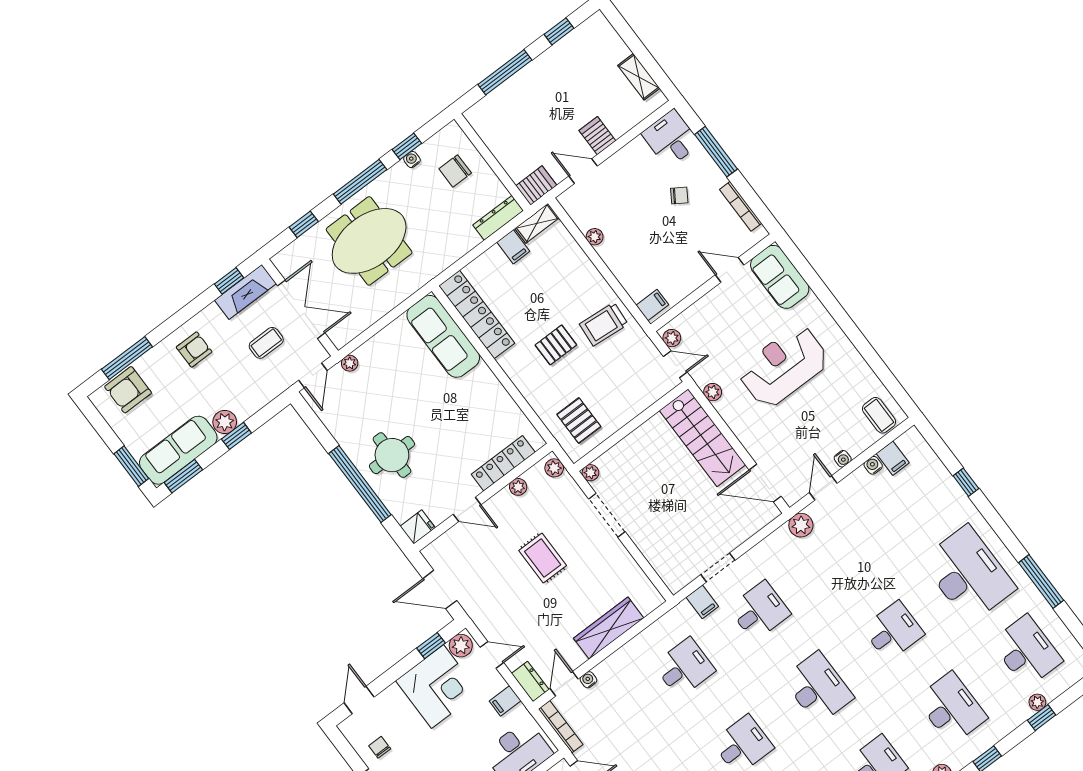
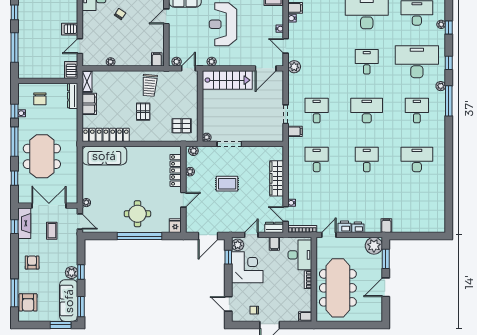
filing cabinet: (513, 247) -> (89, 104), width x2.00
desk: (951, 708) -> (417, 62), width x1.36, depth x1.30

